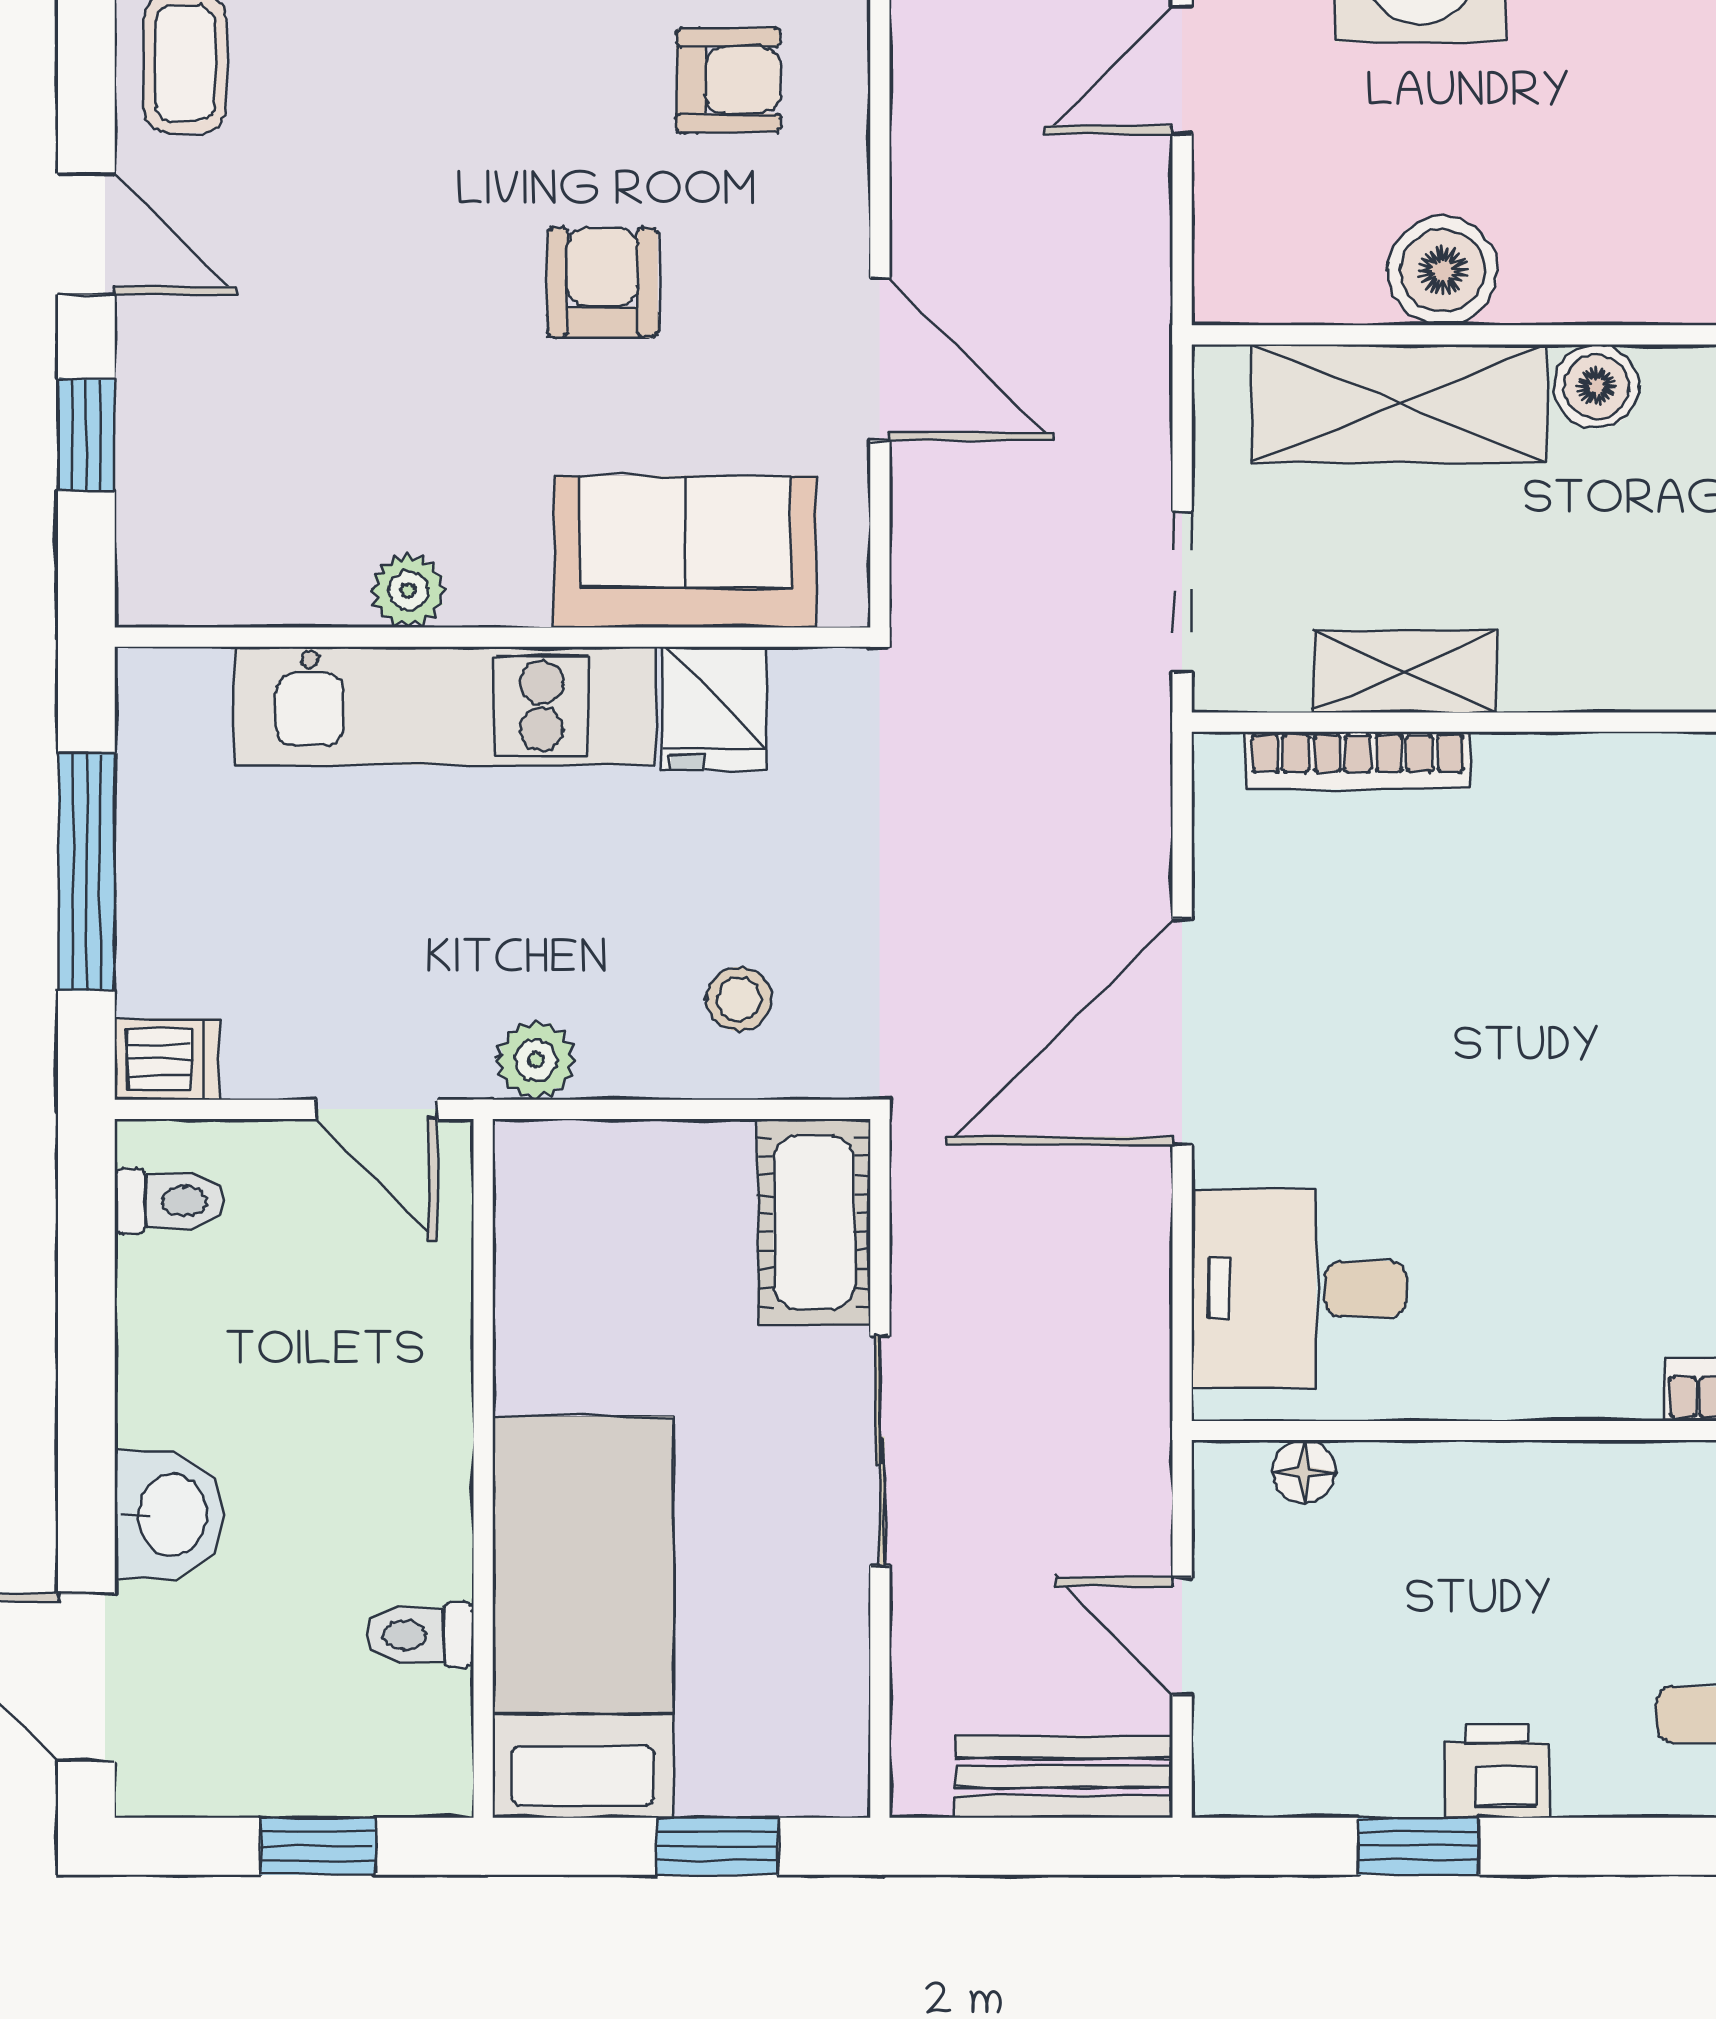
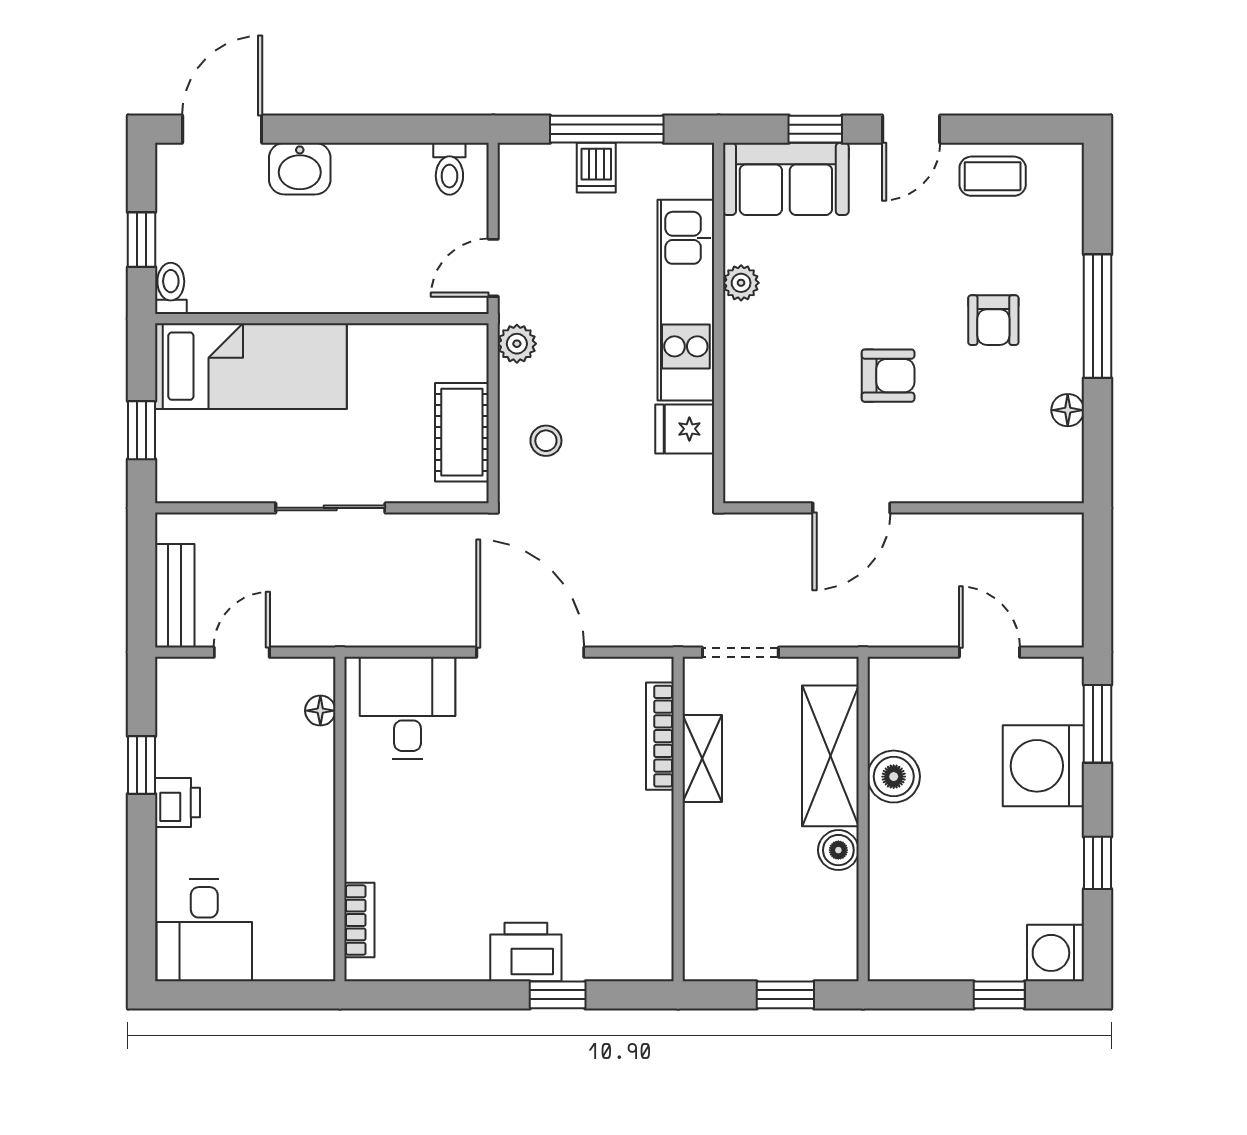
armchair: (729, 80) -> (993, 320), moved
sofa: (685, 552) -> (786, 179), moved, turned 90
dishwasher: (167, 1059) -> (596, 168), moved
cot: (814, 1222) -> (462, 432), moved, turned 90
toilet: (420, 1635) -> (171, 288), moved

